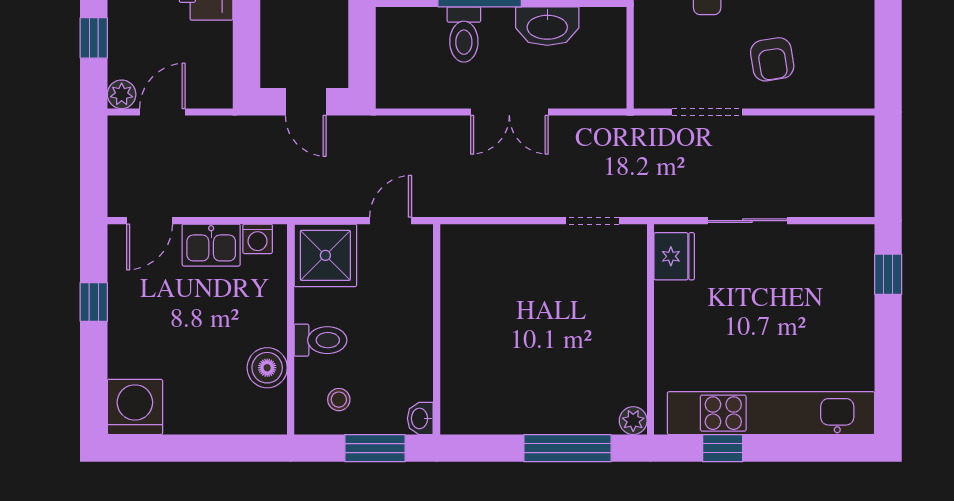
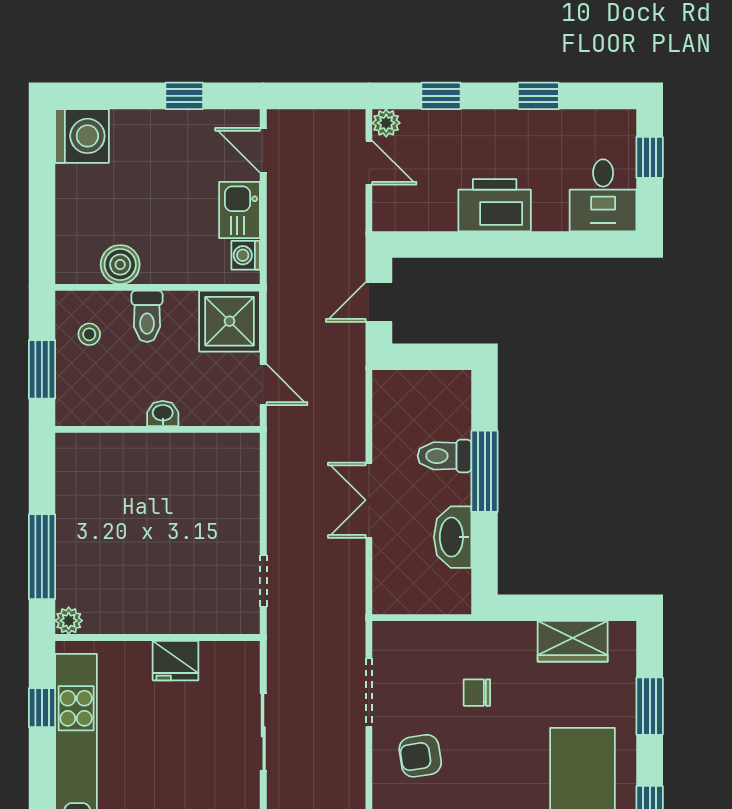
fridge: (674, 256) -> (176, 661), moved
washbasin: (420, 418) -> (163, 413), moved

